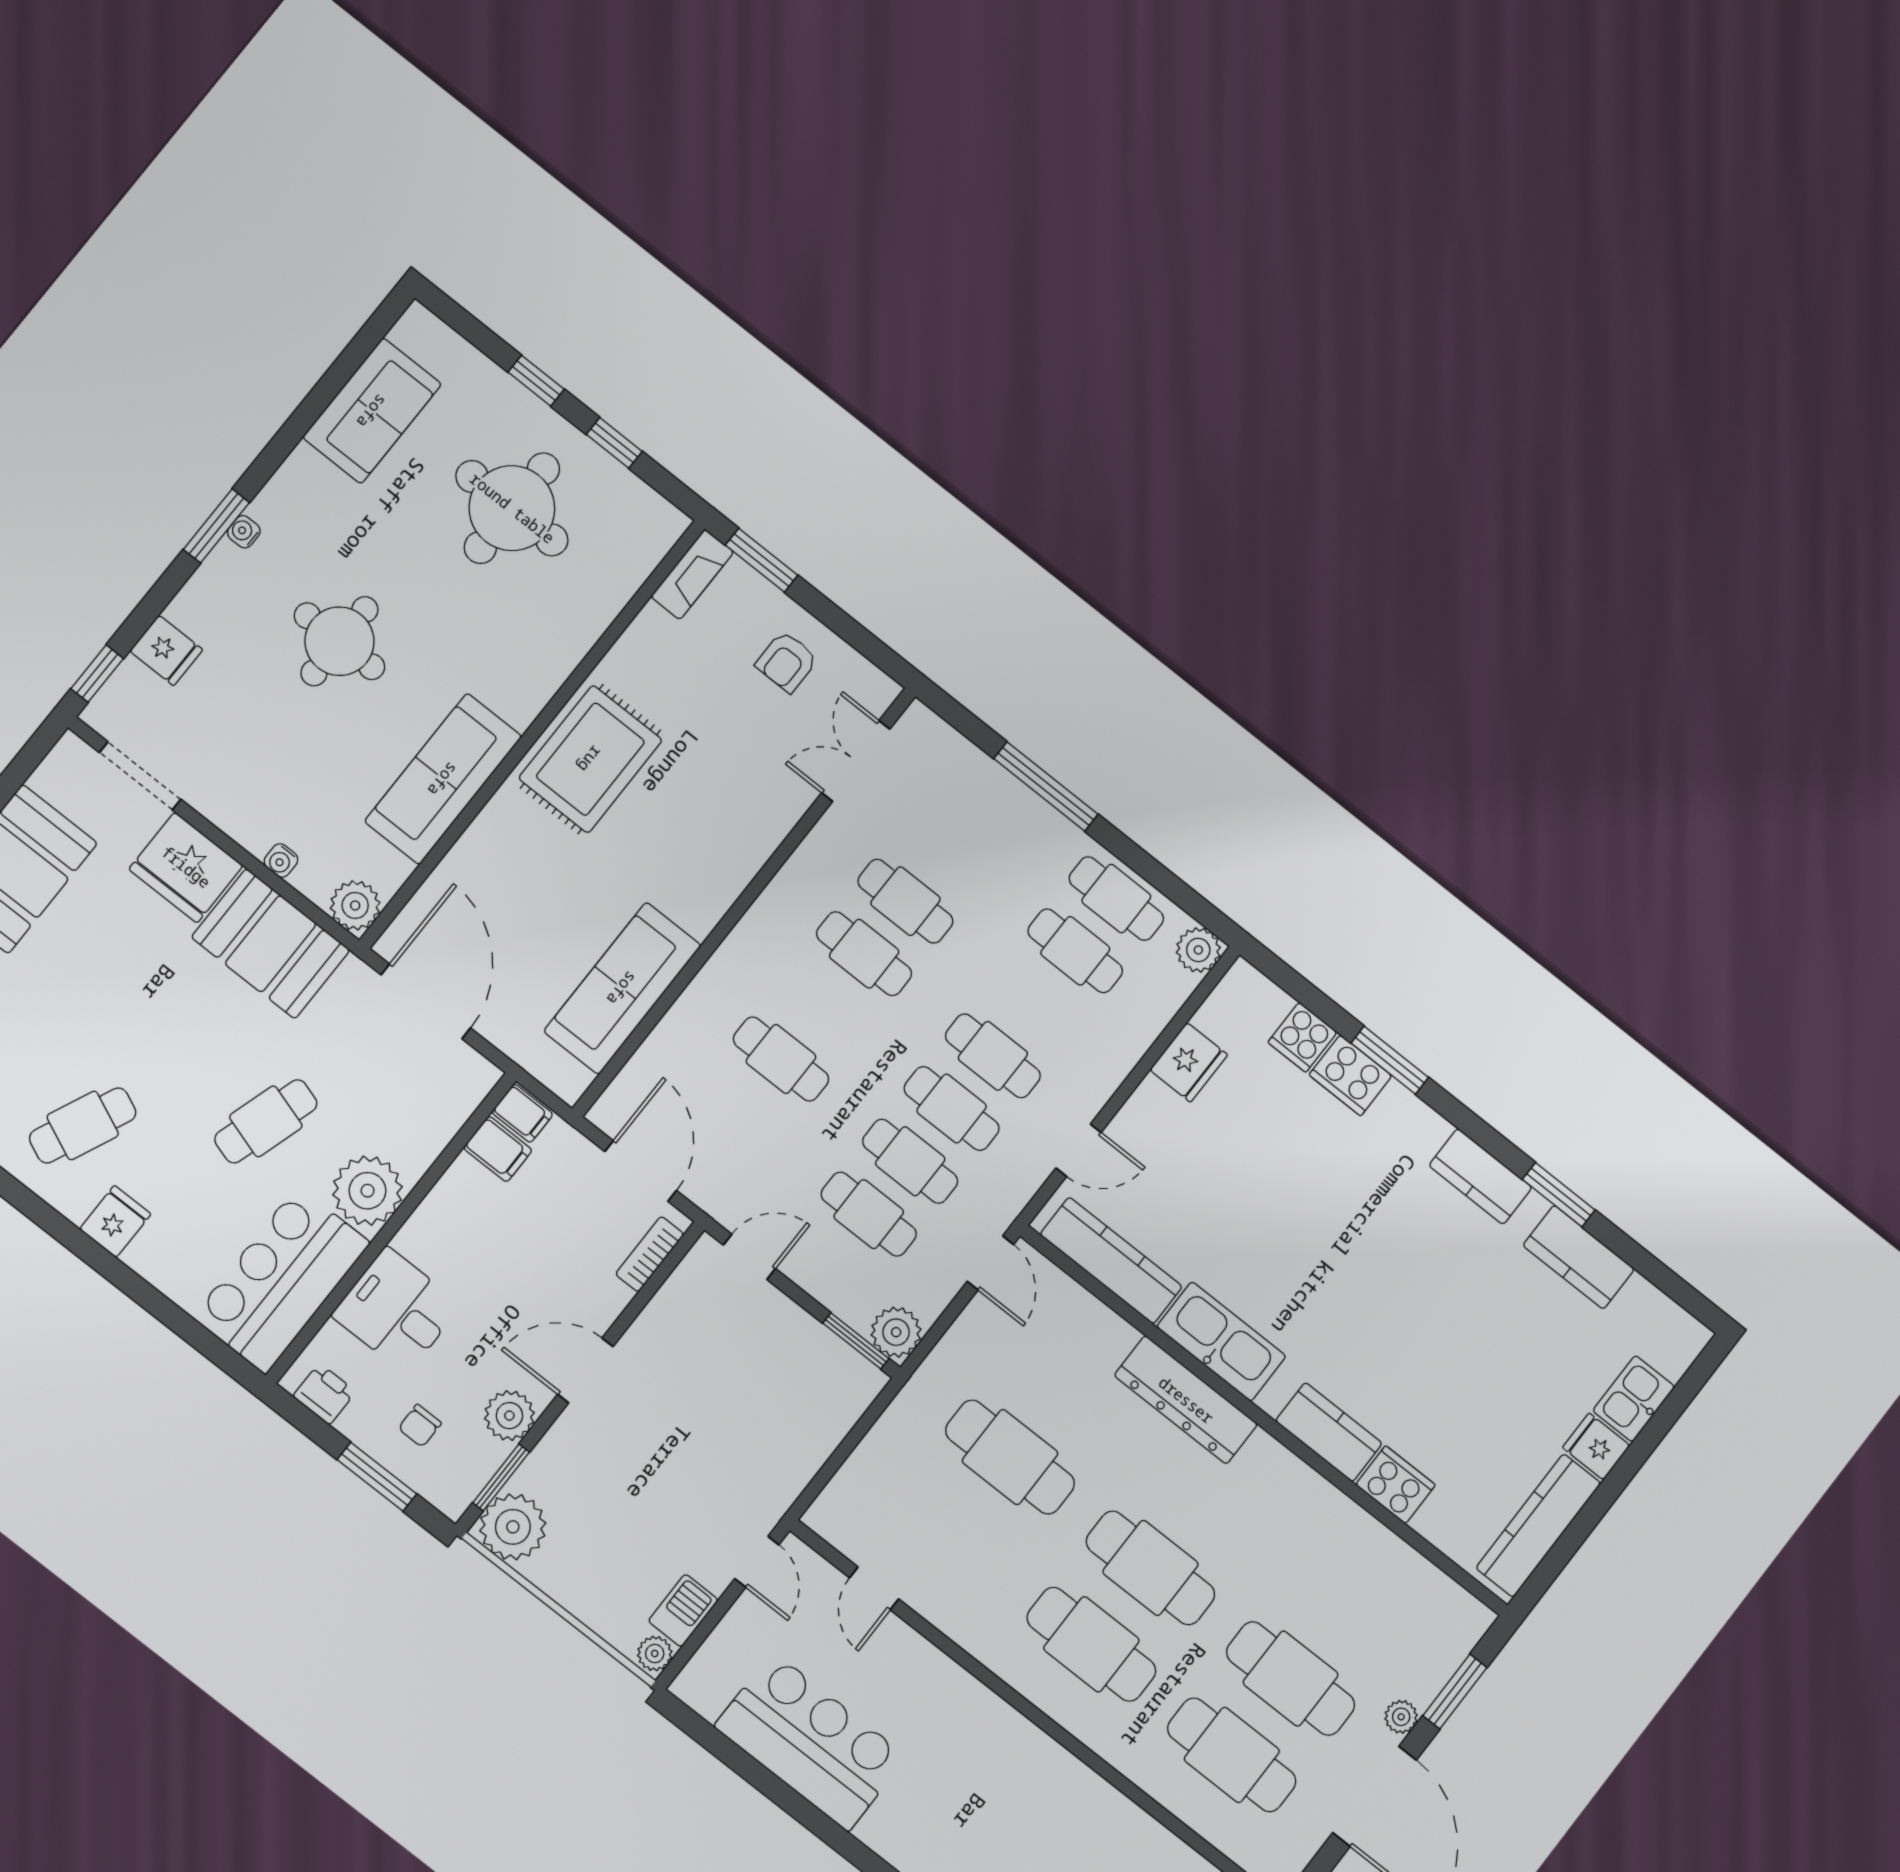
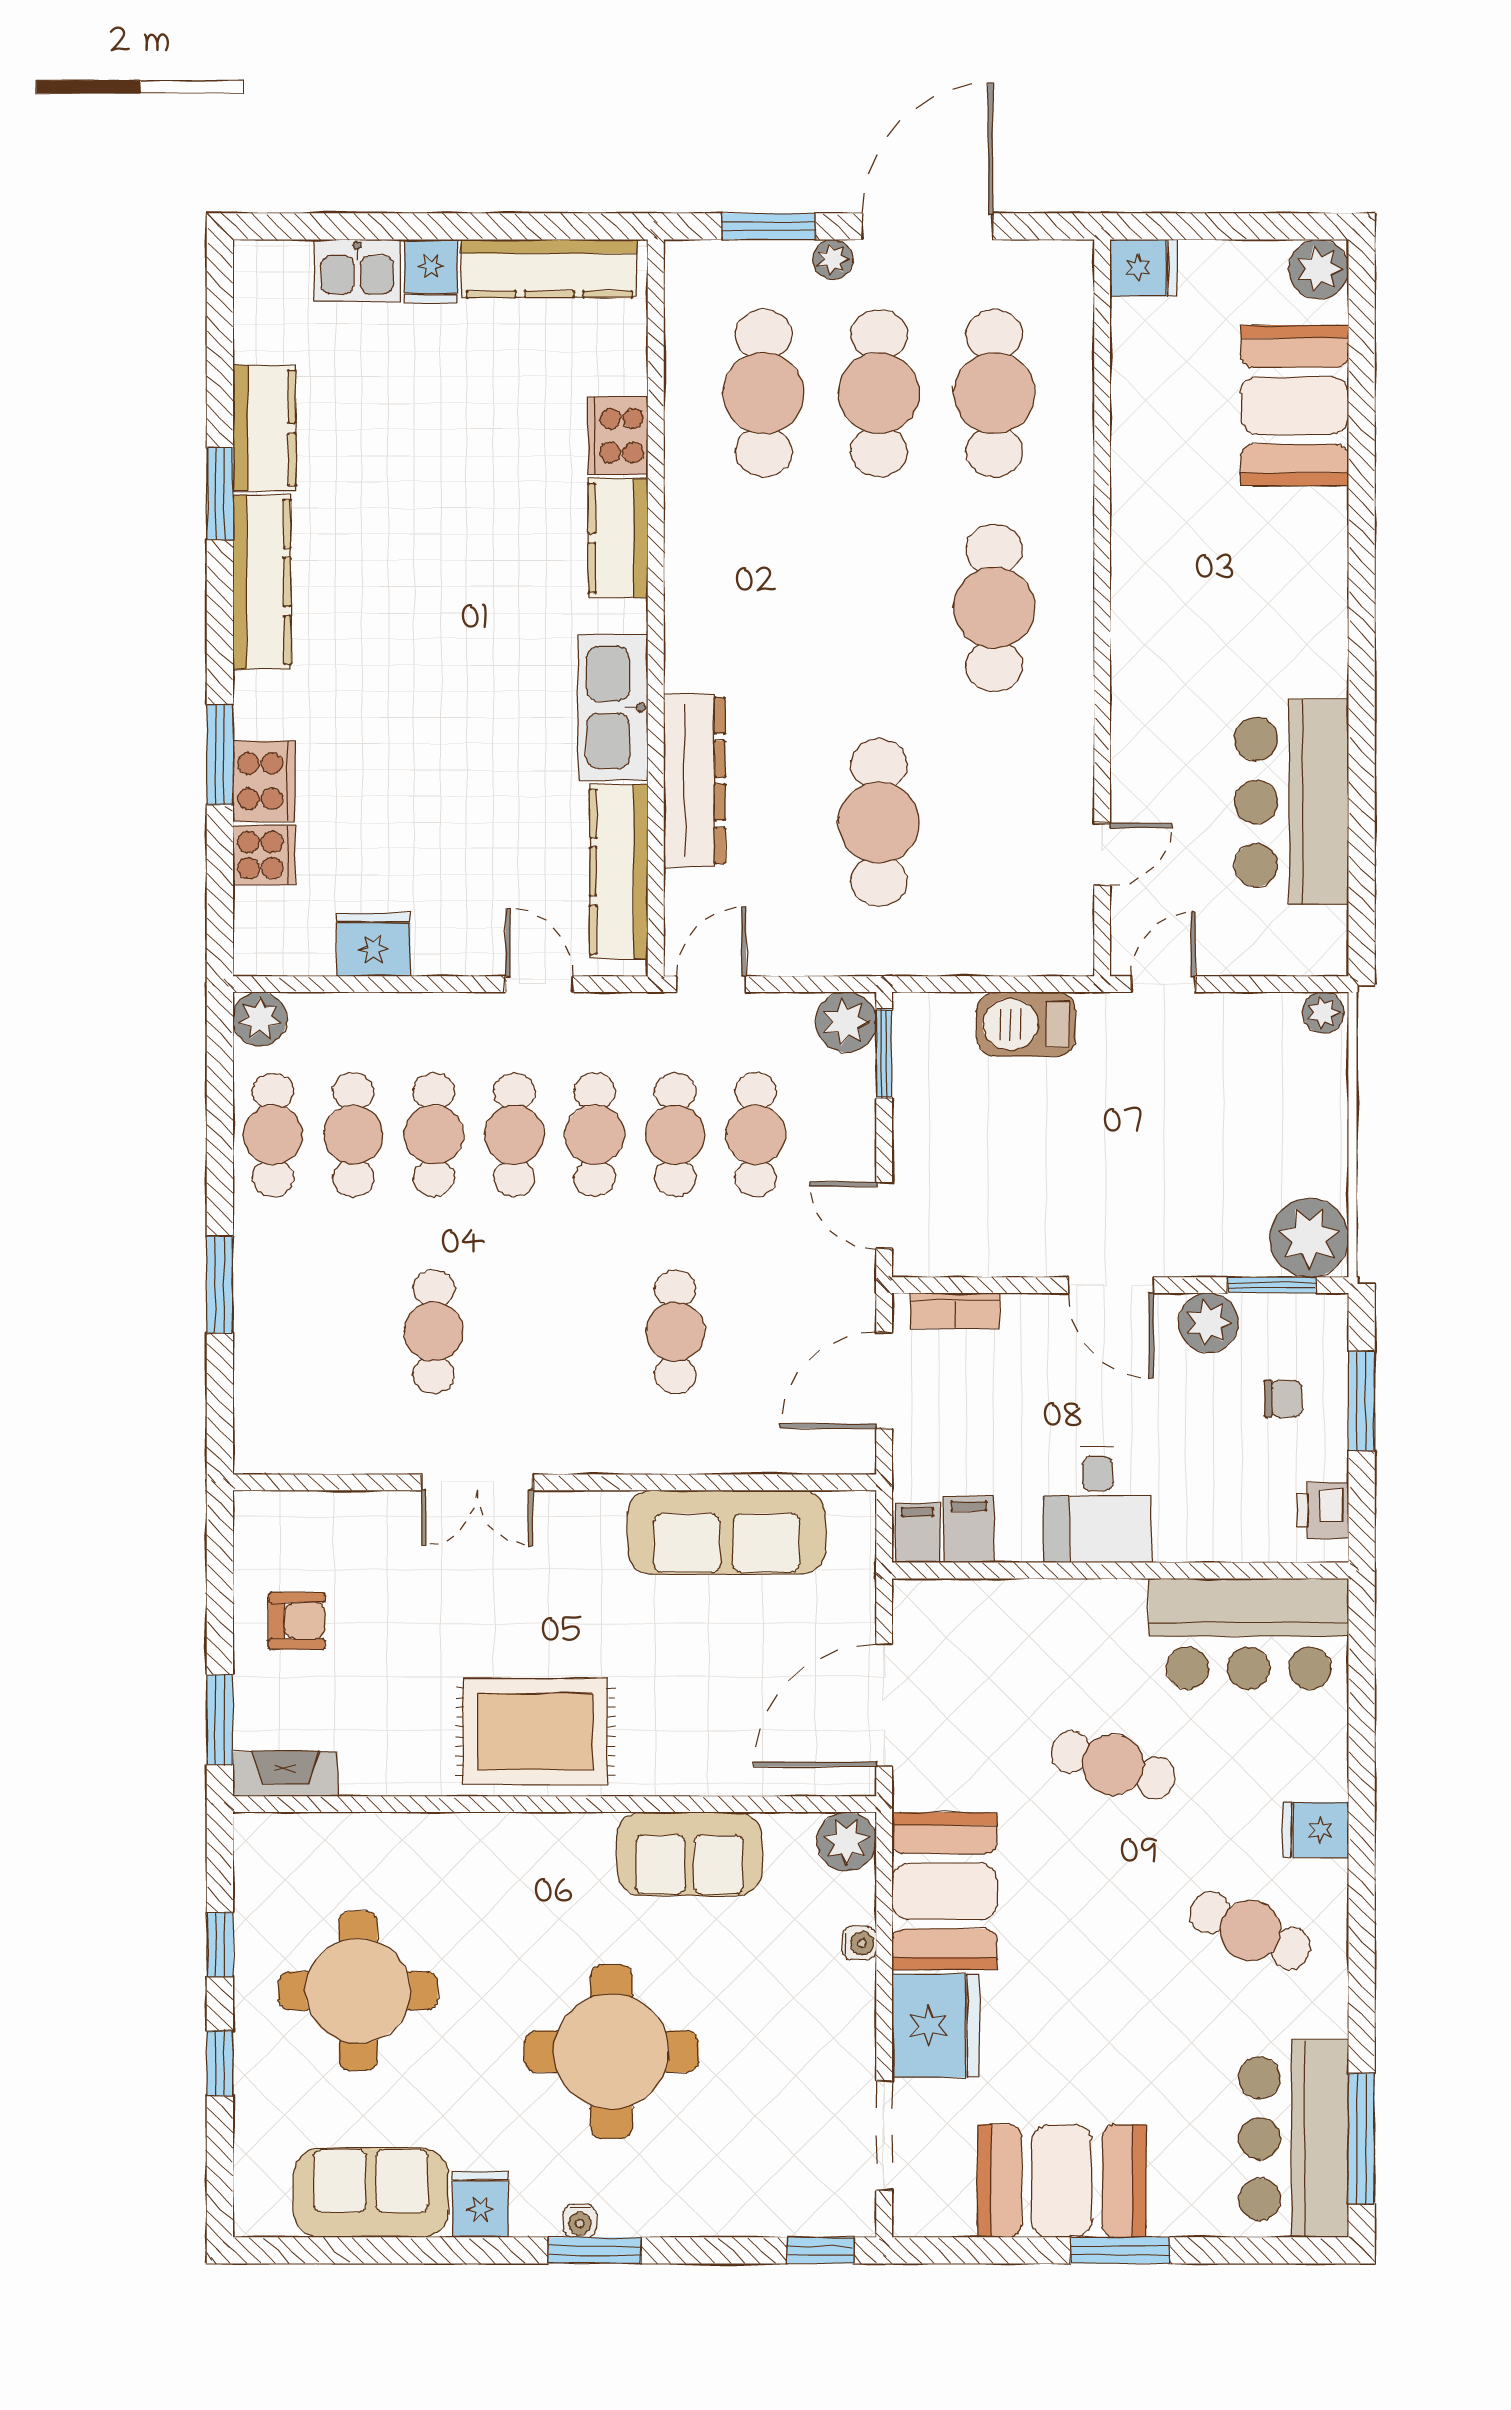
round table: (339, 641) -> (611, 2052), width x1.36, depth x1.36
fridge: (166, 650) -> (480, 2204), moved
double door: (856, 761) -> (477, 1482), moved
sofa: (443, 779) -> (689, 1854), width x0.73
window: (1046, 786) -> (220, 1284), width x0.69
cafe table: (864, 954) -> (434, 1135), moved
kitchen counter: (1480, 1176) -> (262, 582), width x1.50
plant: (368, 1191) -> (1103, 1620), removed
desk: (397, 1310) -> (1097, 1505), moved
dresser: (1186, 1400) -> (694, 780), moved
cafe table: (1150, 1568) -> (764, 393), moved
barbecue: (683, 1610) -> (1026, 1024), moved, width x1.38, depth x1.27

